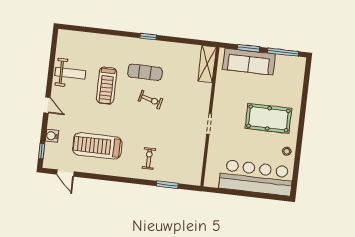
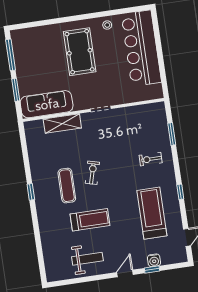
sofa: (249, 62) -> (47, 104), moved, turned -90
shelving: (207, 64) -> (62, 123), moved
weight bench: (70, 73) -> (87, 259), turned 90
treadmill: (97, 146) -> (152, 213), turned 180
window: (42, 151) -> (152, 269), moved
window: (110, 178) -> (180, 192), added

